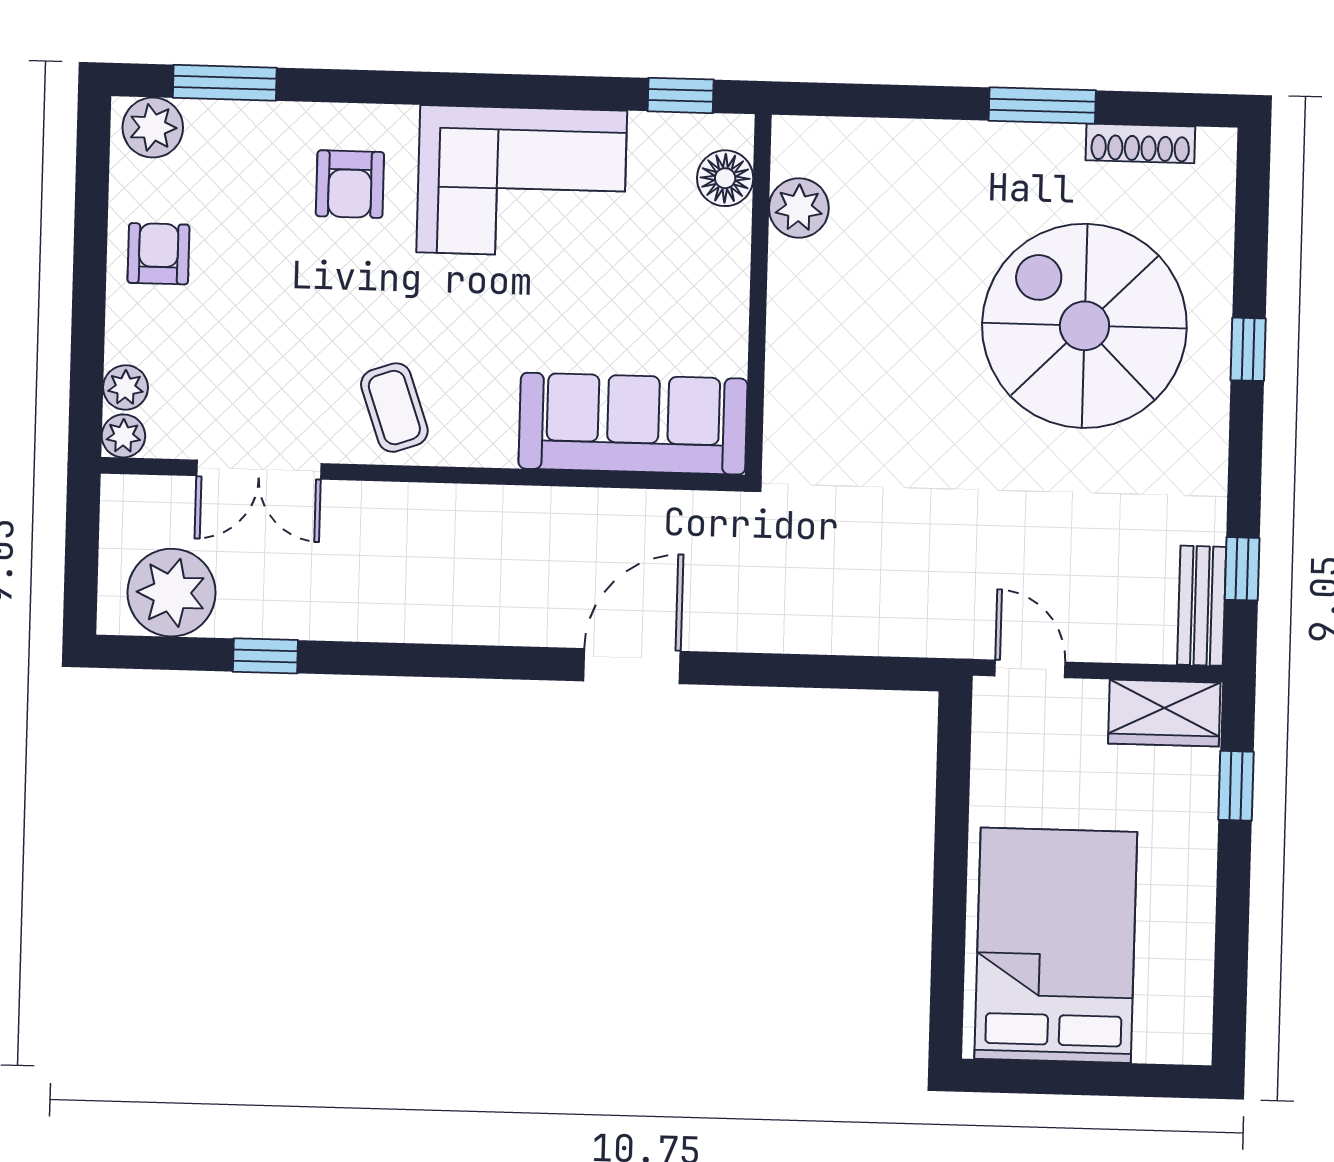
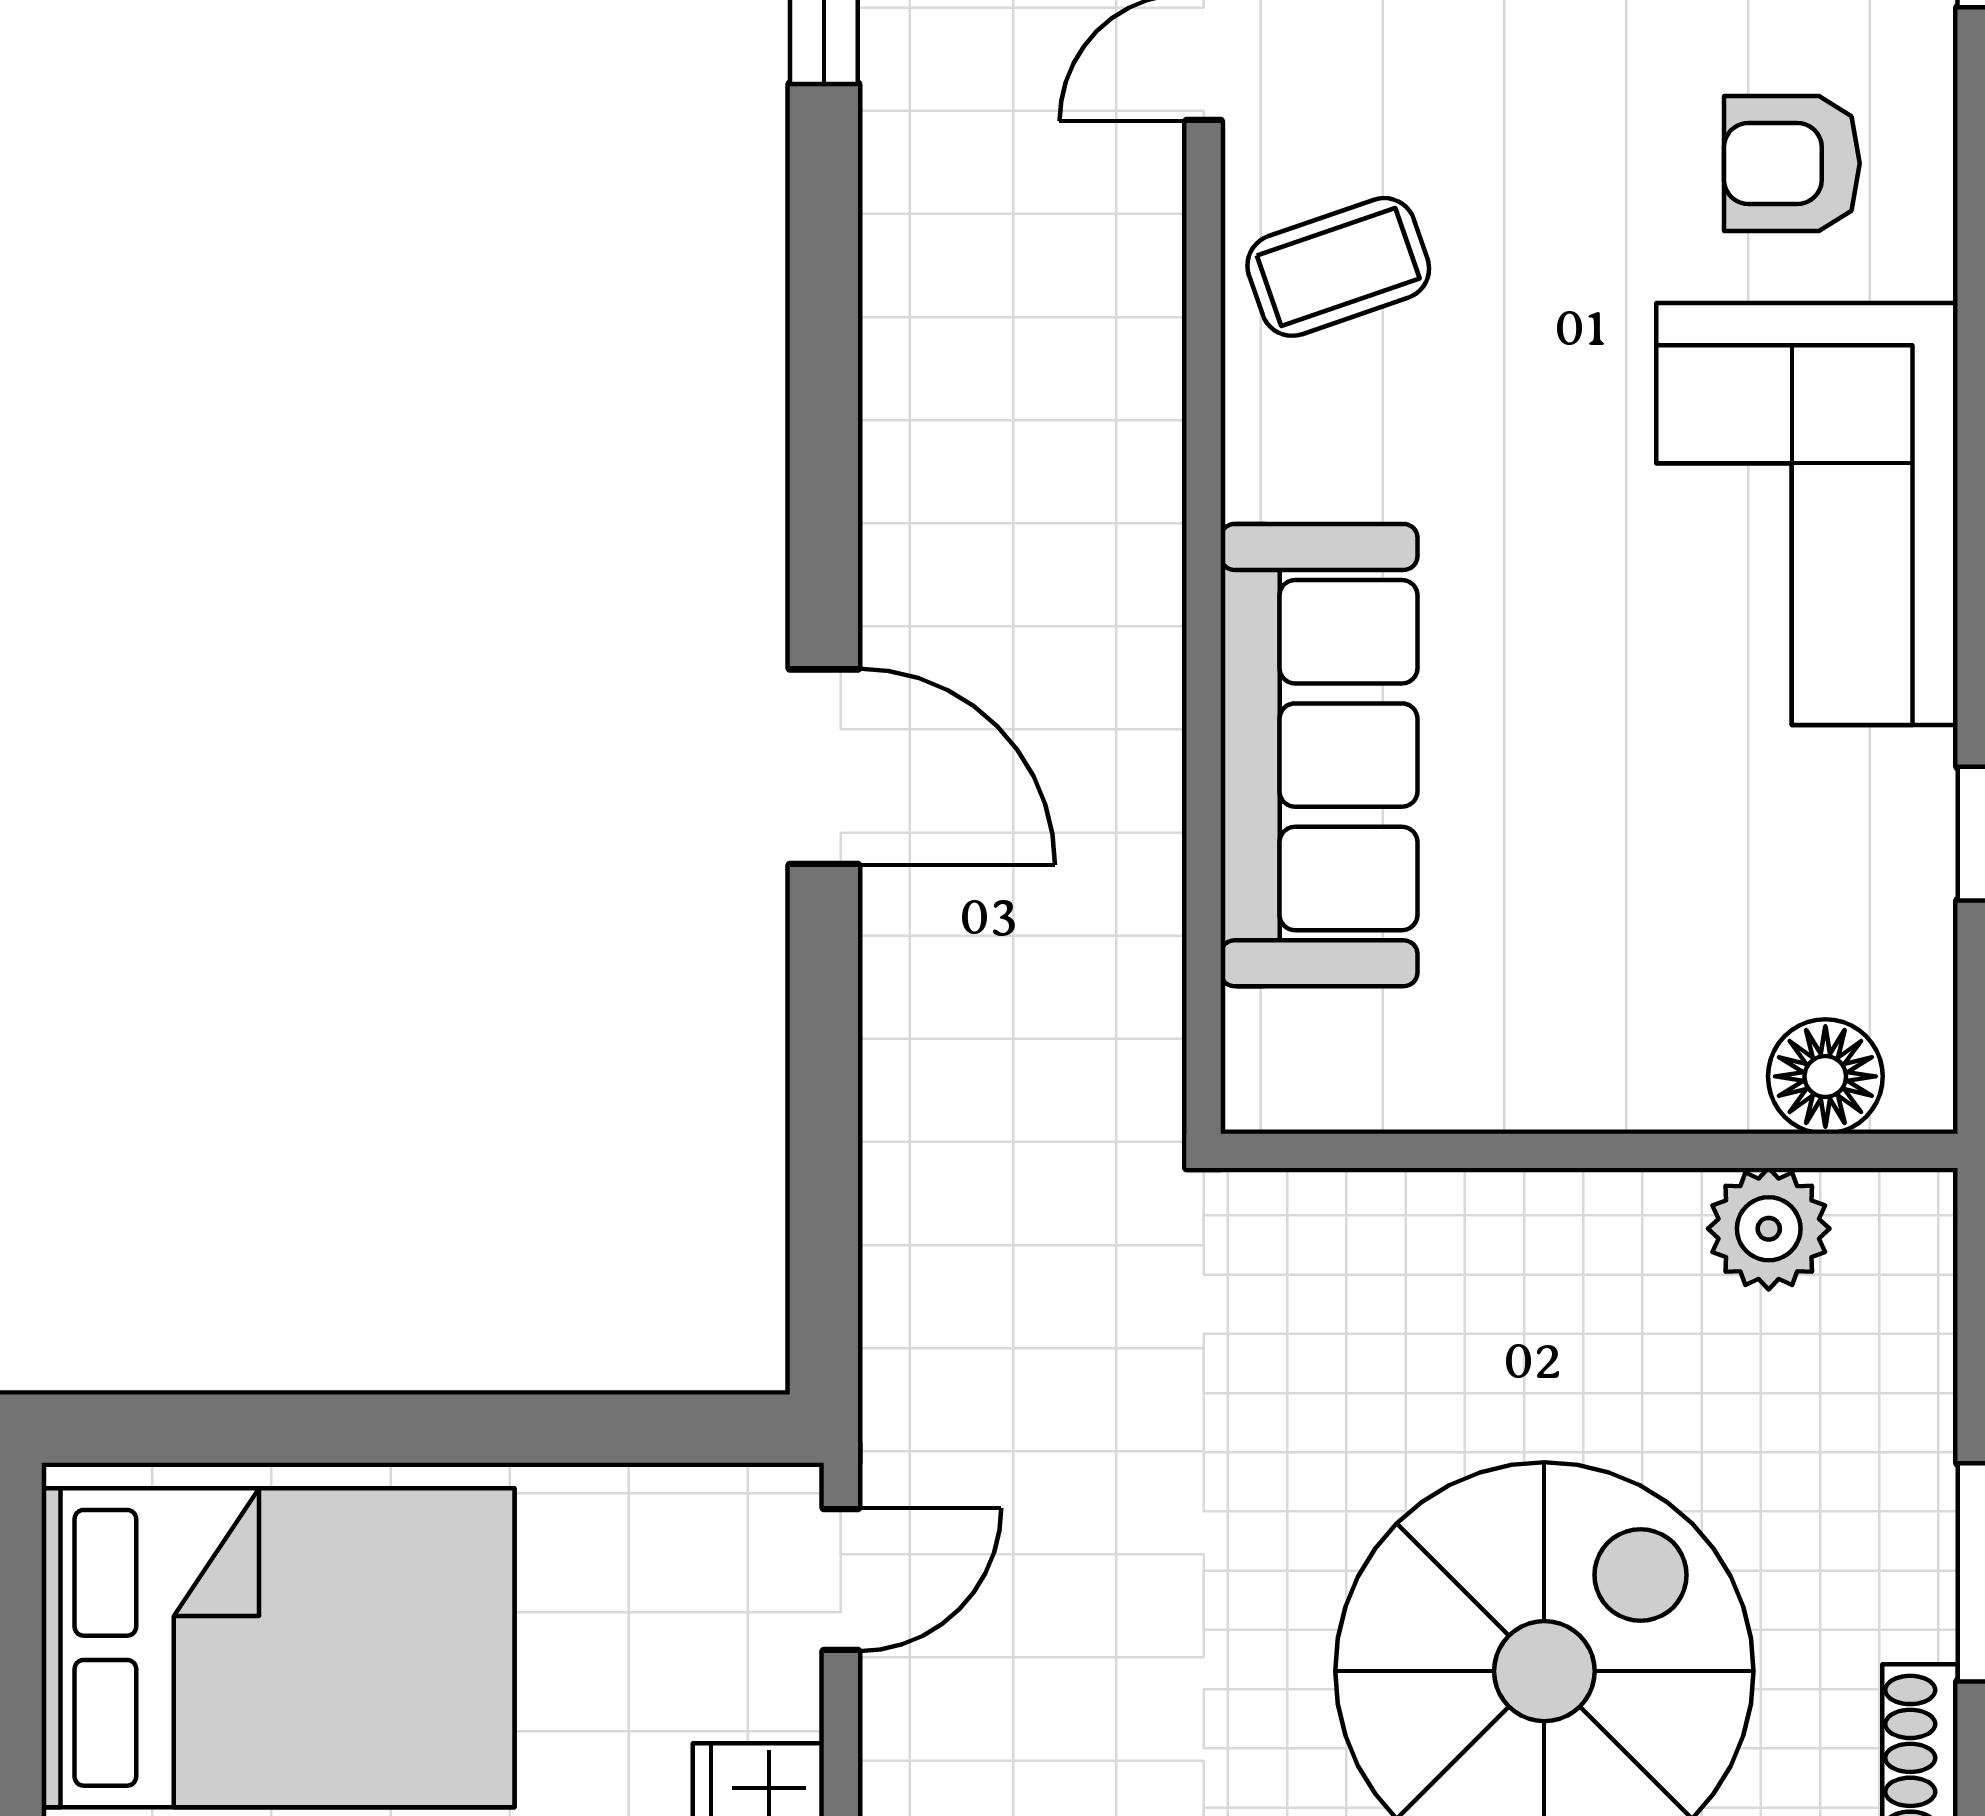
floor lamp: (725, 178) -> (1825, 1076), moved
plant: (799, 208) -> (1769, 1229), moved
wall: (758, 295) -> (1589, 1151), moved

